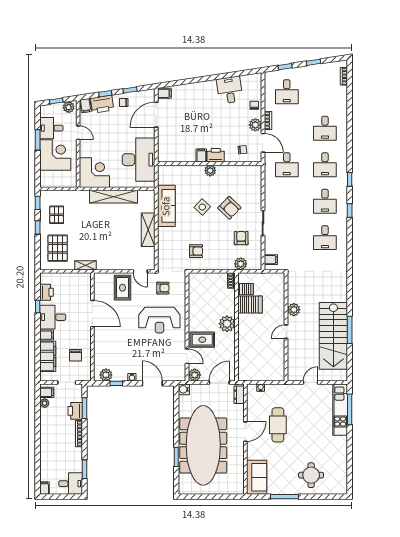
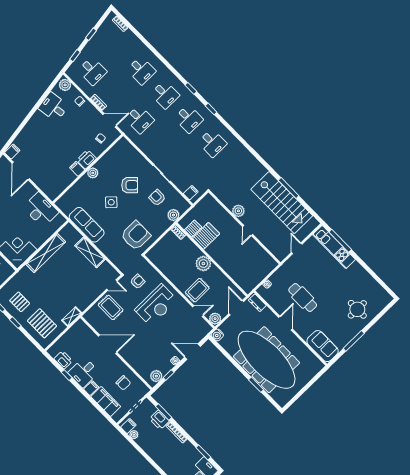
plant: (255, 125) -> (65, 85), moved
desk: (139, 160) -> (41, 210), width x0.73, depth x0.77
armchair: (196, 251) -> (136, 236), width x1.88, depth x1.88

